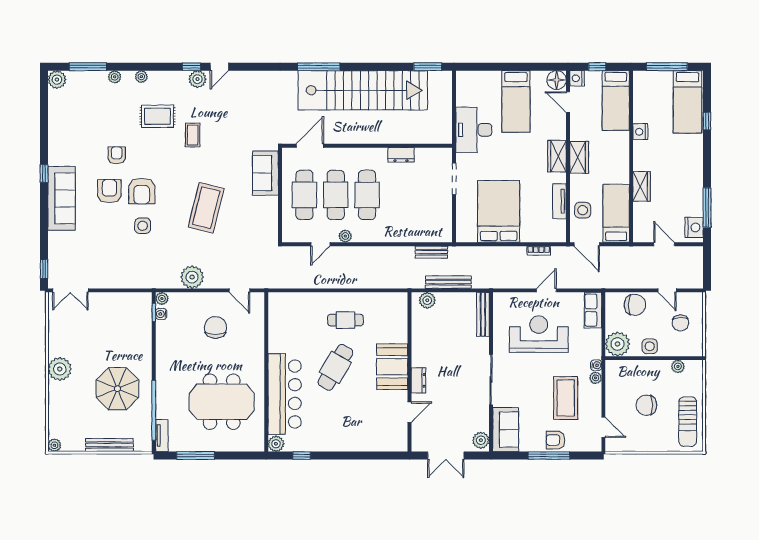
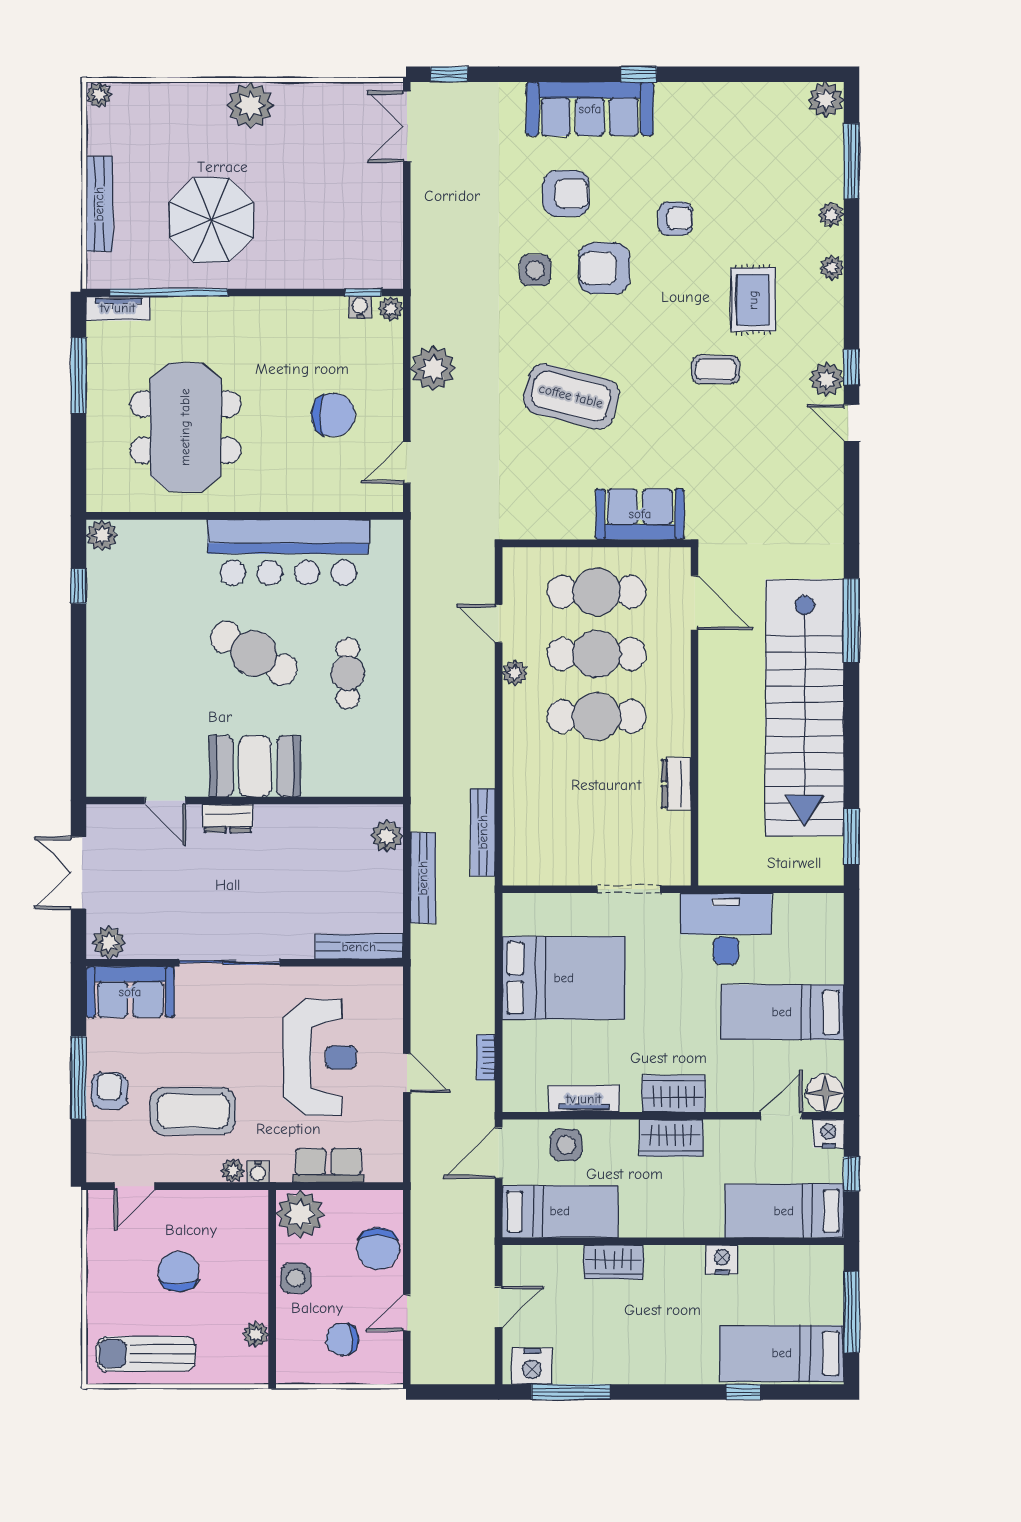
armchair: (109, 191) -> (566, 194), moved
bench: (431, 252) -> (483, 832), width x1.36
row of seats: (593, 310) -> (328, 1165), moved
bar counter: (285, 394) -> (288, 552), moved

